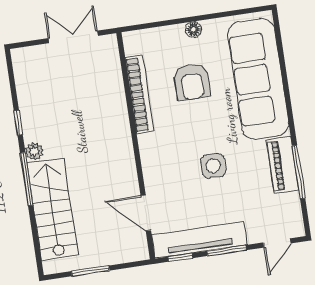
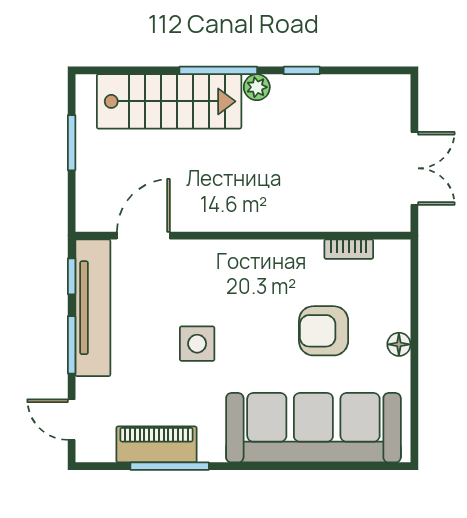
bookcase: (139, 94) -> (349, 249), width x0.43, depth x0.76
piano: (283, 165) -> (156, 444), moved

